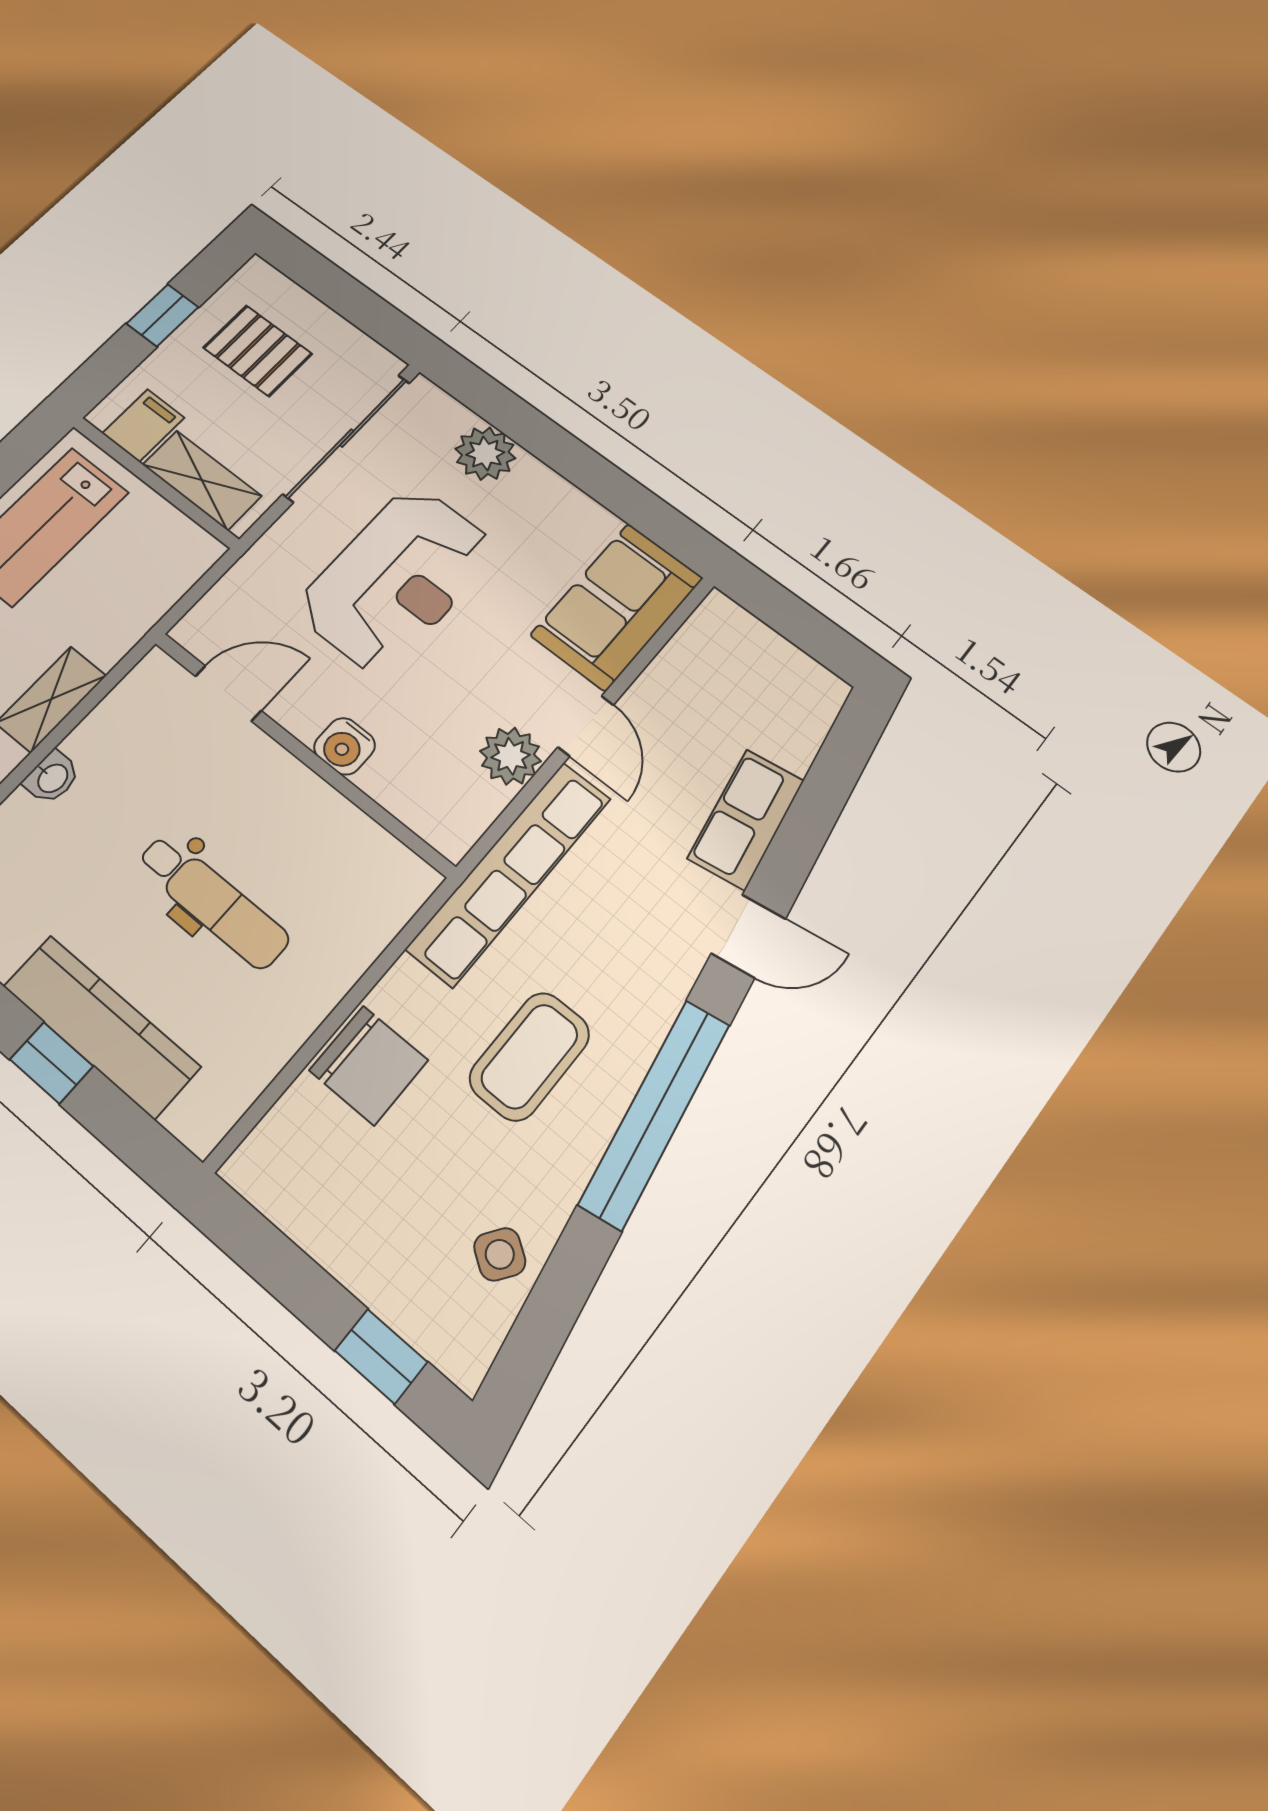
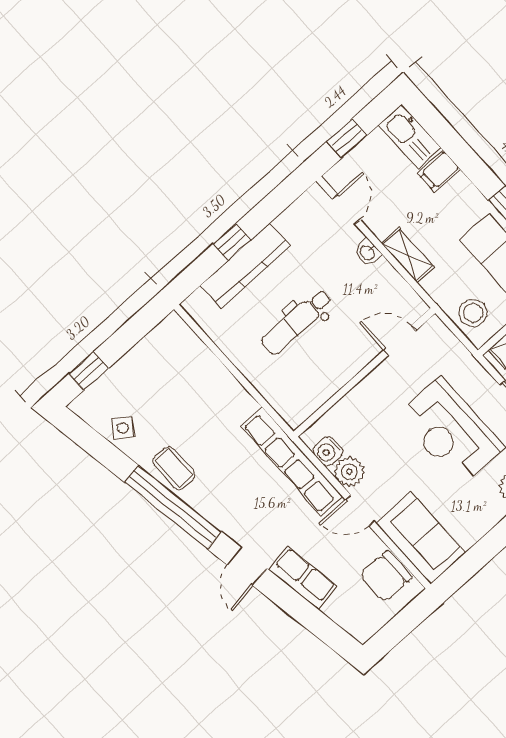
stool: (157, 566) -> (473, 313), added
door: (228, 693) -> (400, 340), swing flipped
water cooler: (345, 746) -> (328, 451), moved, turned -90
coffee table: (530, 1056) -> (174, 468), moved, width x0.73, depth x0.77
chair: (369, 1065) -> (386, 576), moved

